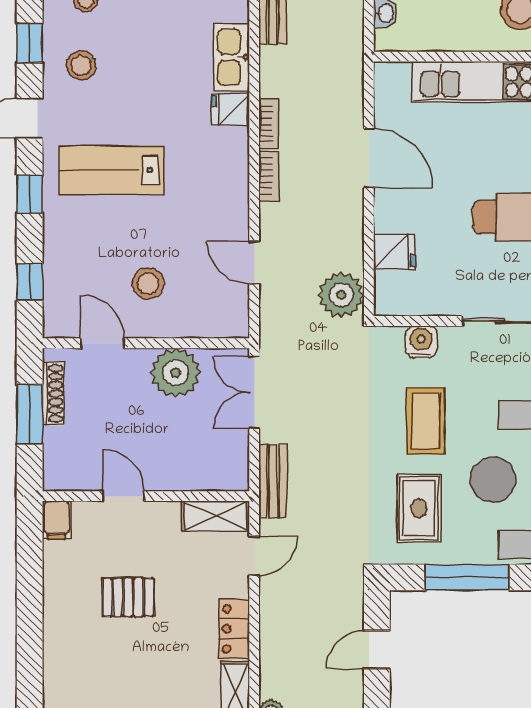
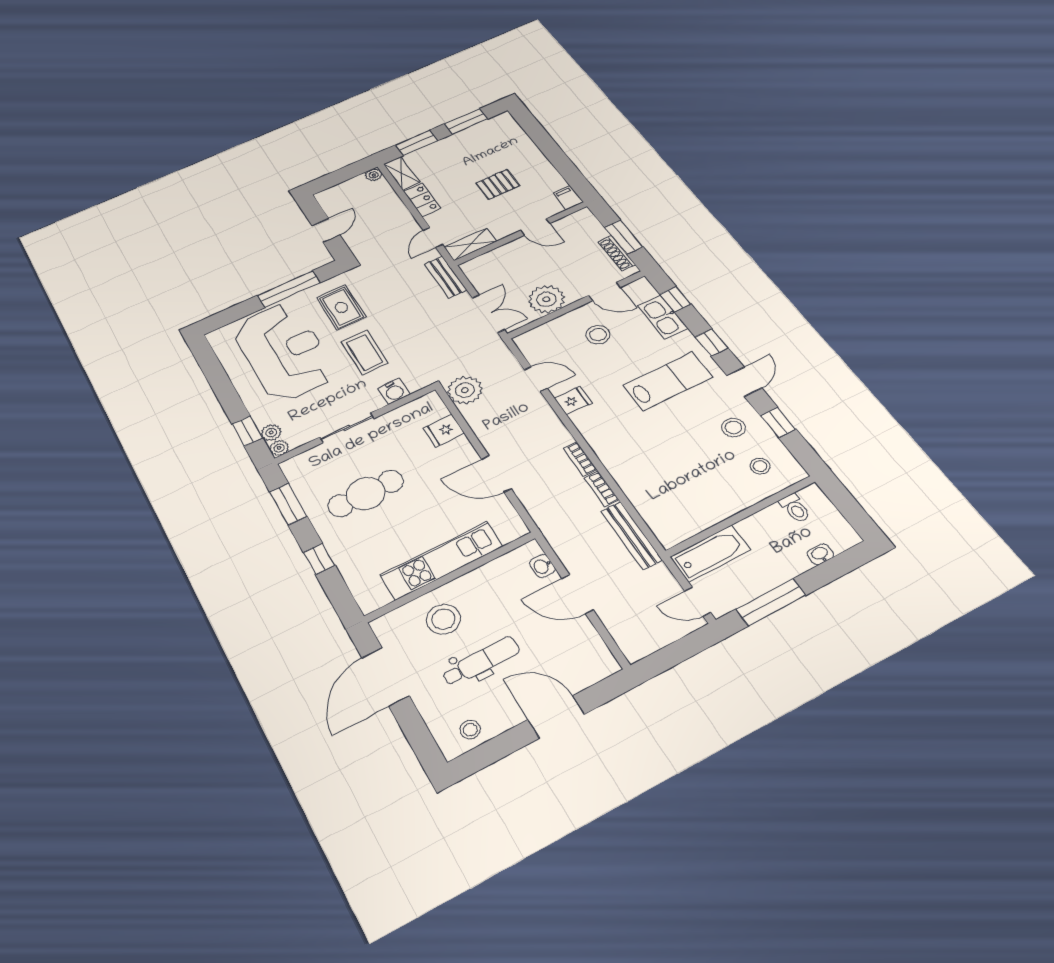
kitchen sink: (232, 57) -> (663, 317), moved, turned 180
fridge: (230, 110) -> (573, 401), moved
bookcase: (269, 176) -> (602, 489), moved

